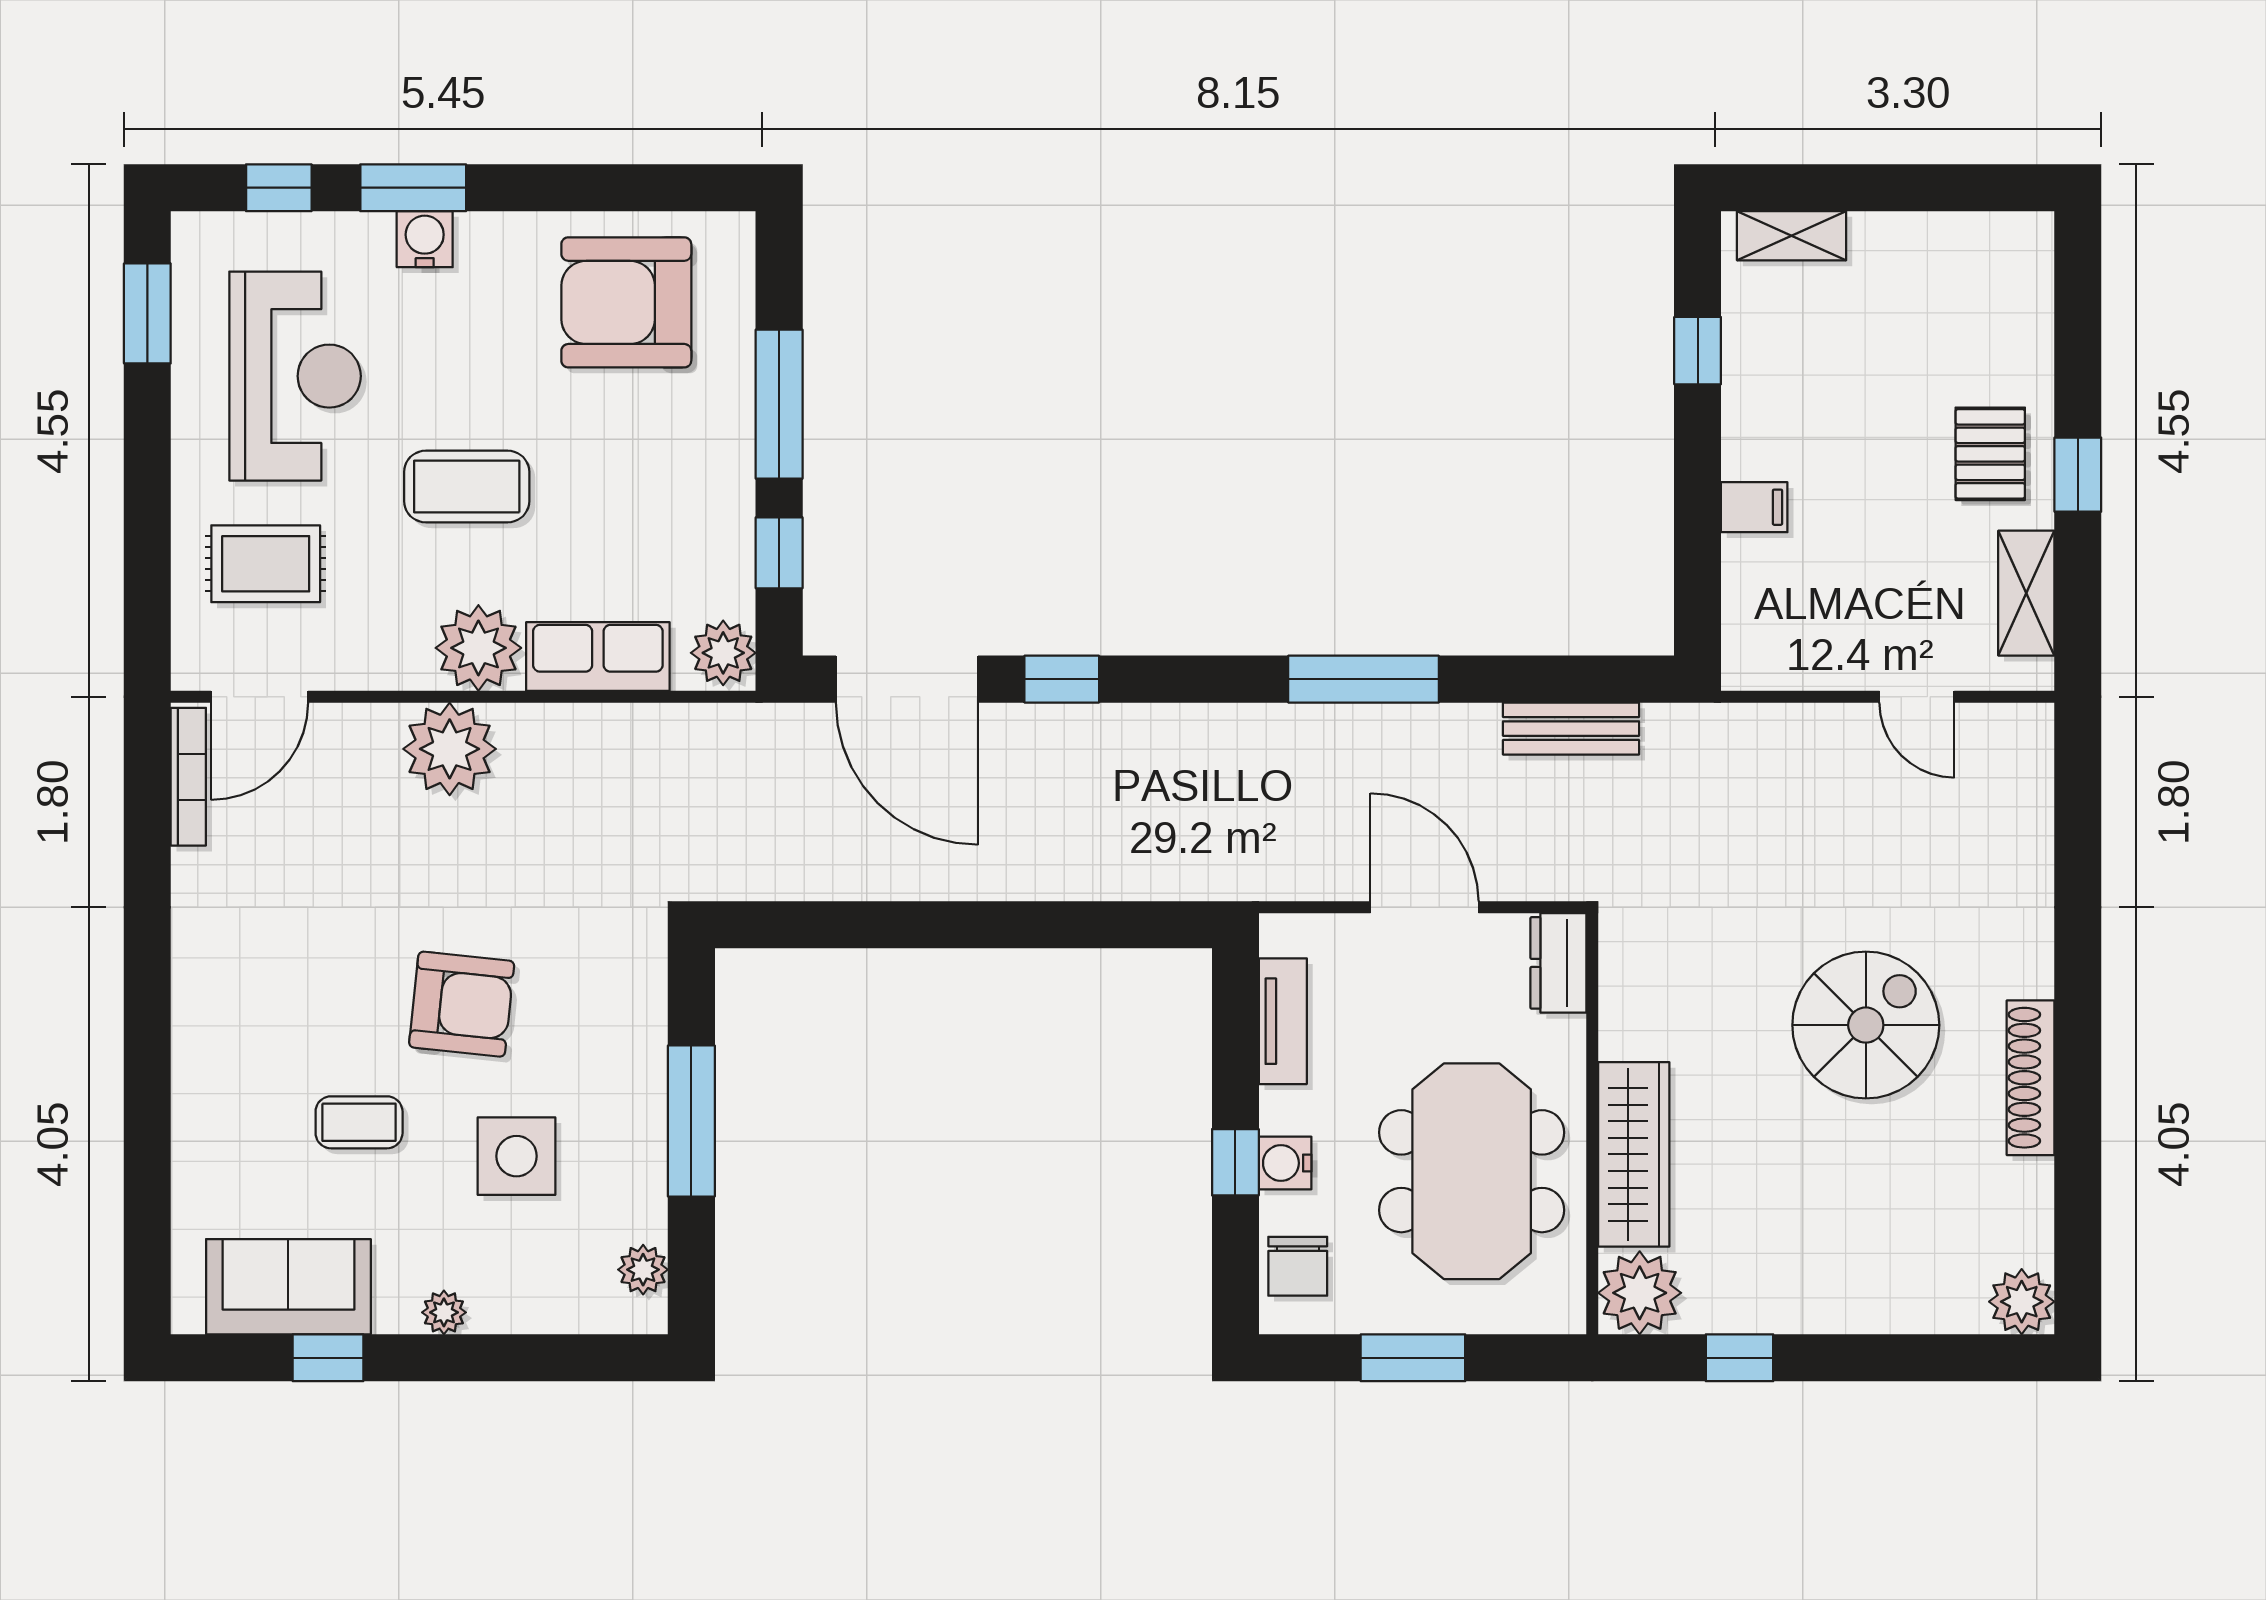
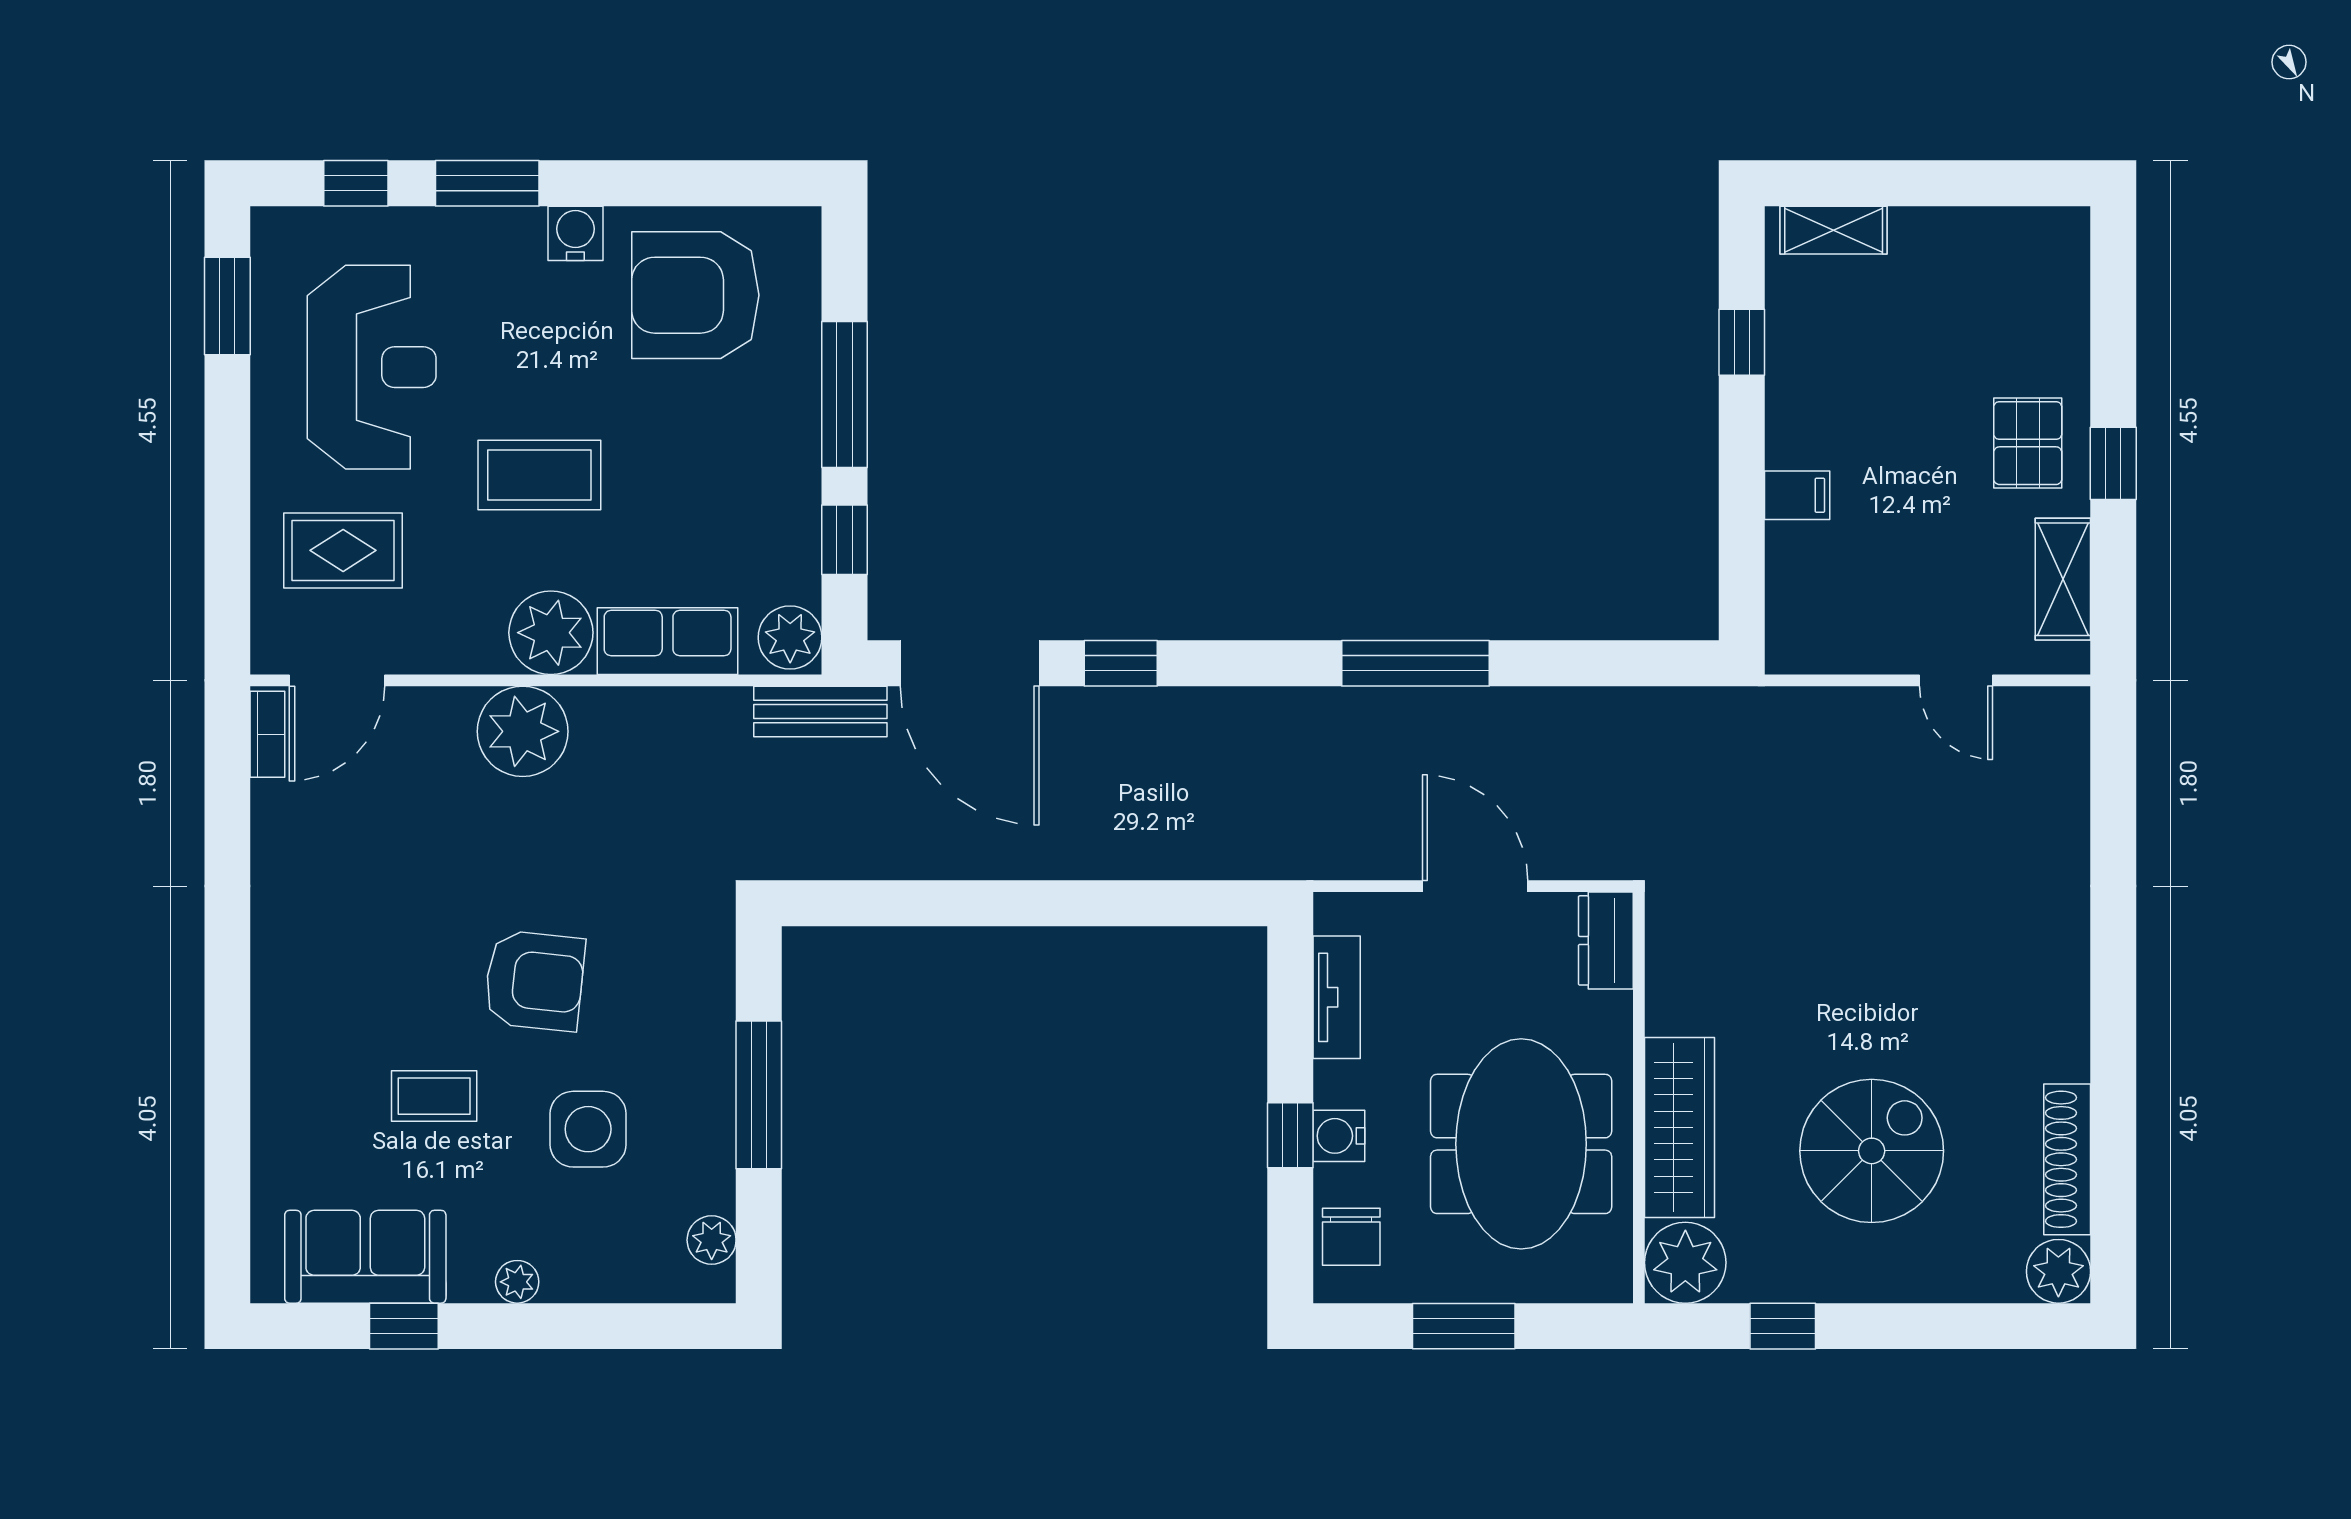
water cooler: (425, 239) -> (575, 233), moved
bench: (1571, 729) -> (820, 711), moved
bookcase: (188, 777) -> (267, 734), width x0.64
spiral stairs: (1866, 1025) -> (1872, 1151), moved
shoe rack: (2031, 1078) -> (2067, 1159), moved

